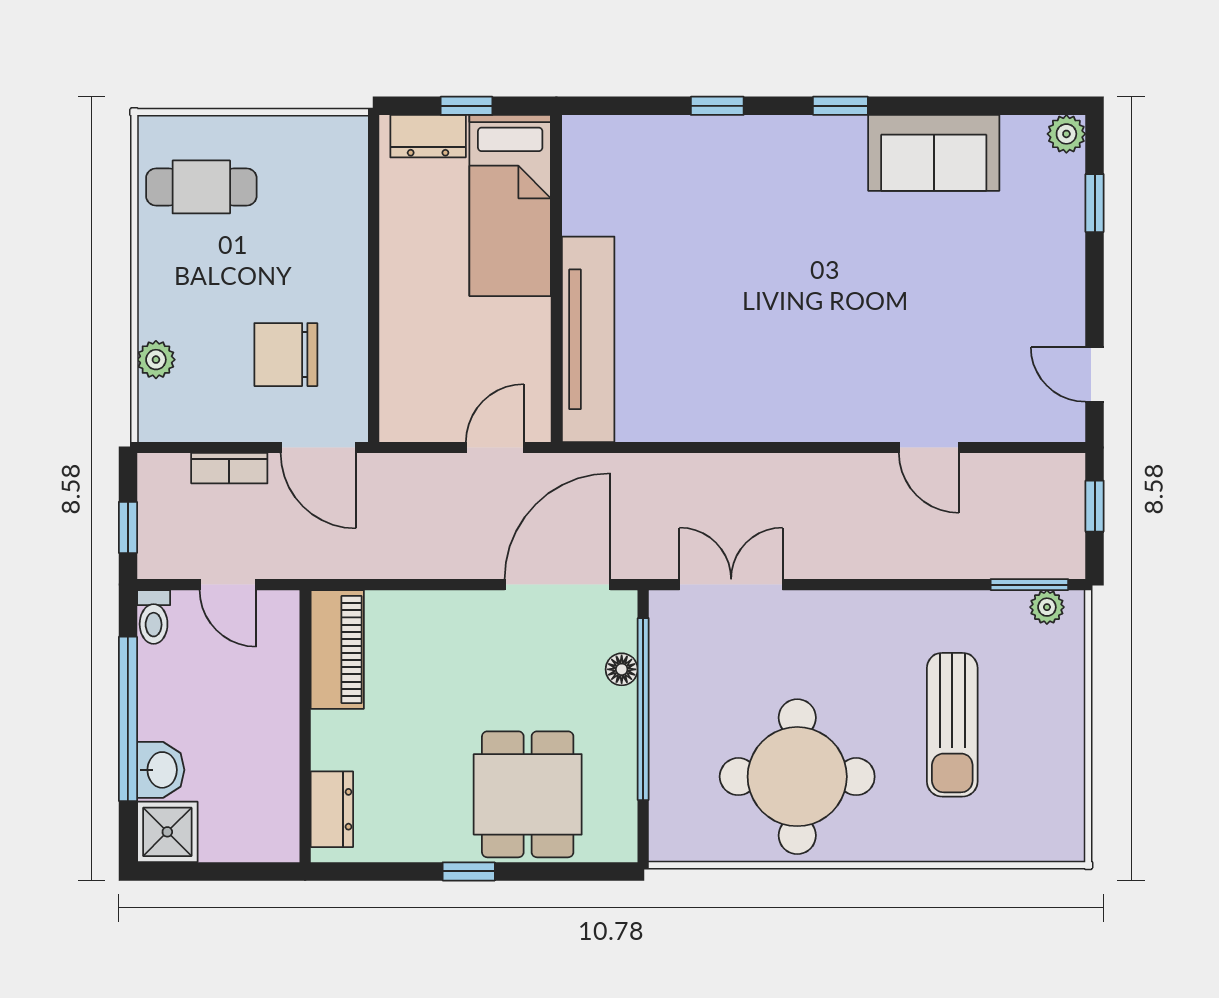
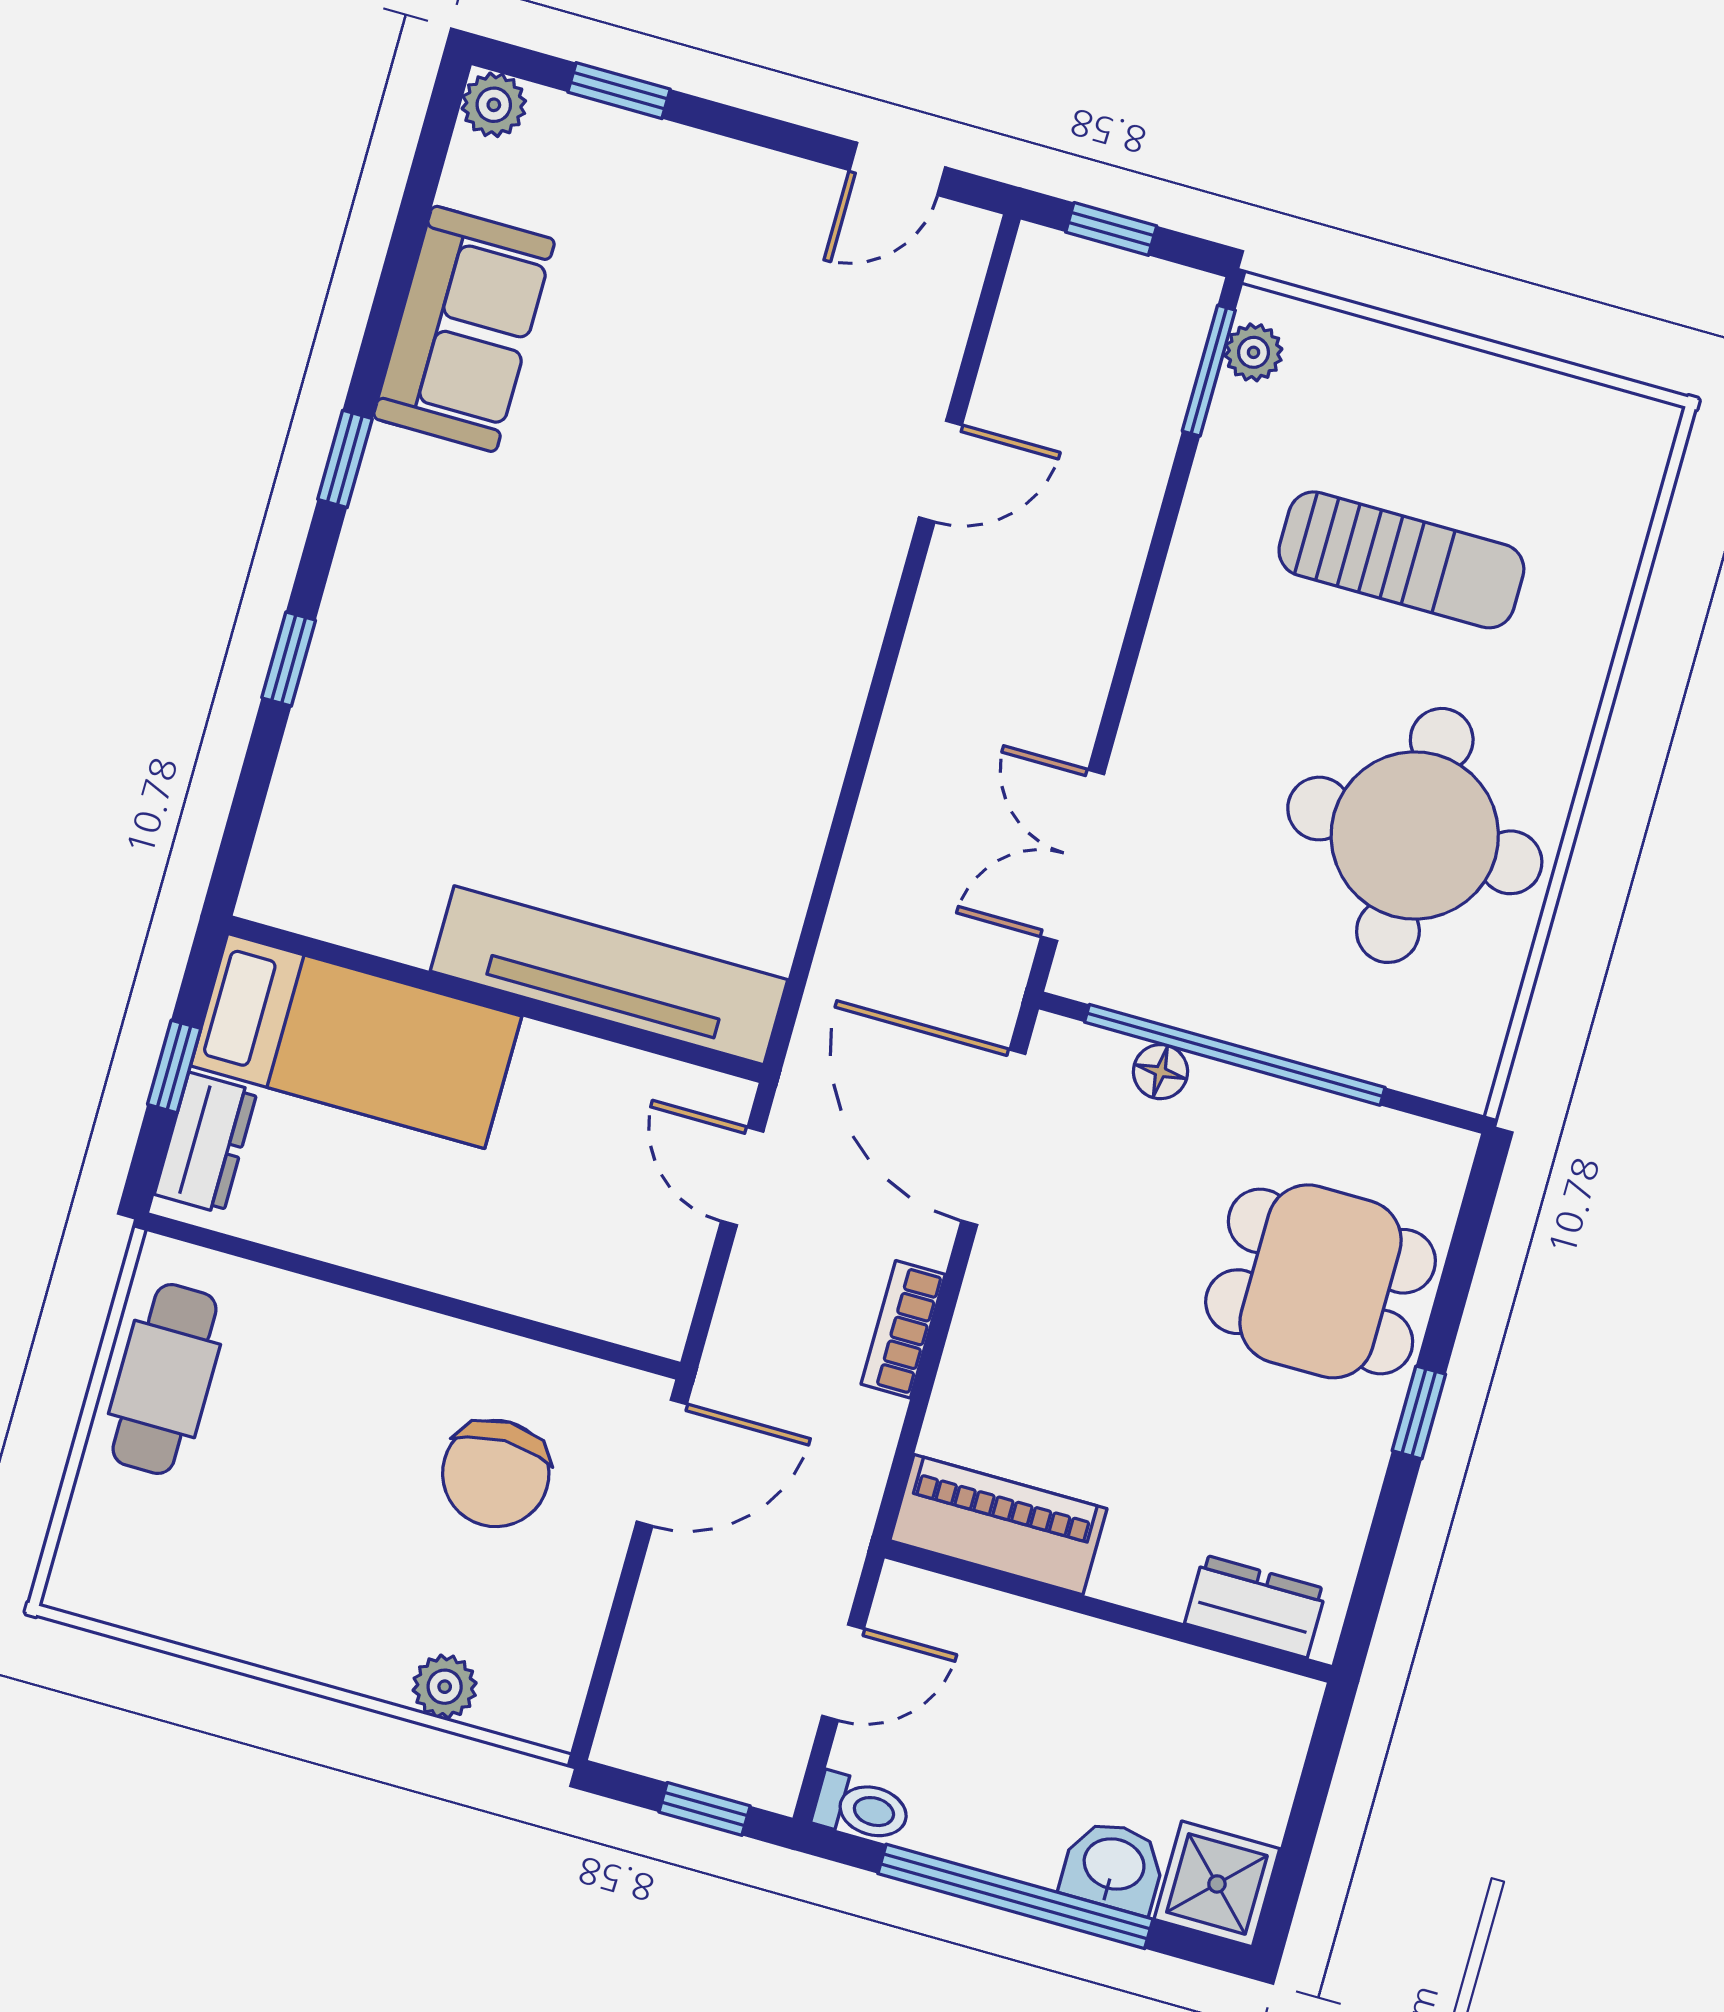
cafe table: (201, 187) -> (165, 1379), moved
bookcase: (229, 468) -> (903, 1329), moved, turned 180

